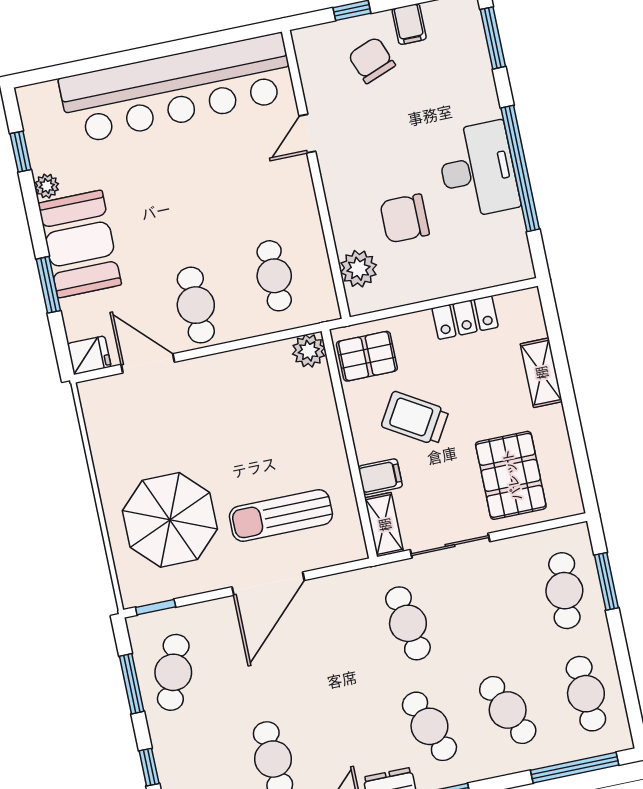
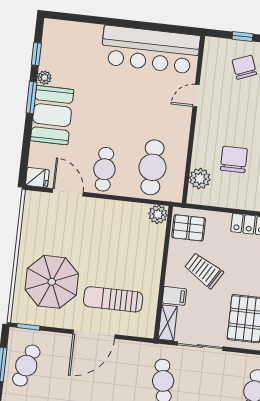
bar counter: (177, 89) -> (150, 50), width x0.73
chair: (405, 218) -> (234, 159), turned 90
cafe table: (274, 276) -> (152, 167), width x1.37, depth x1.35
window: (48, 285) -> (31, 97), moved

